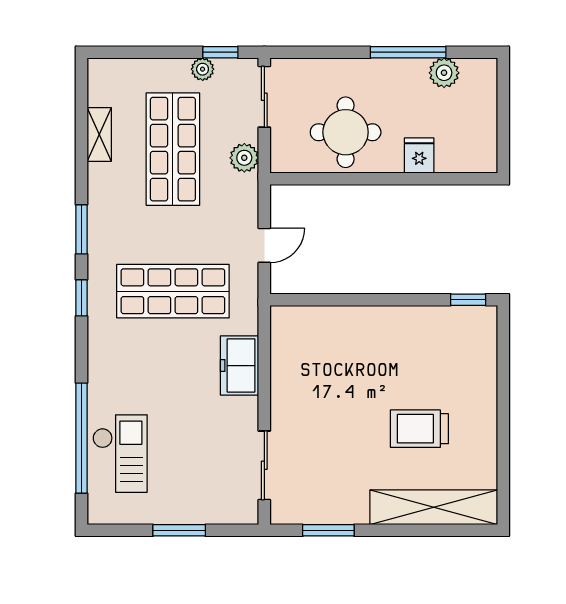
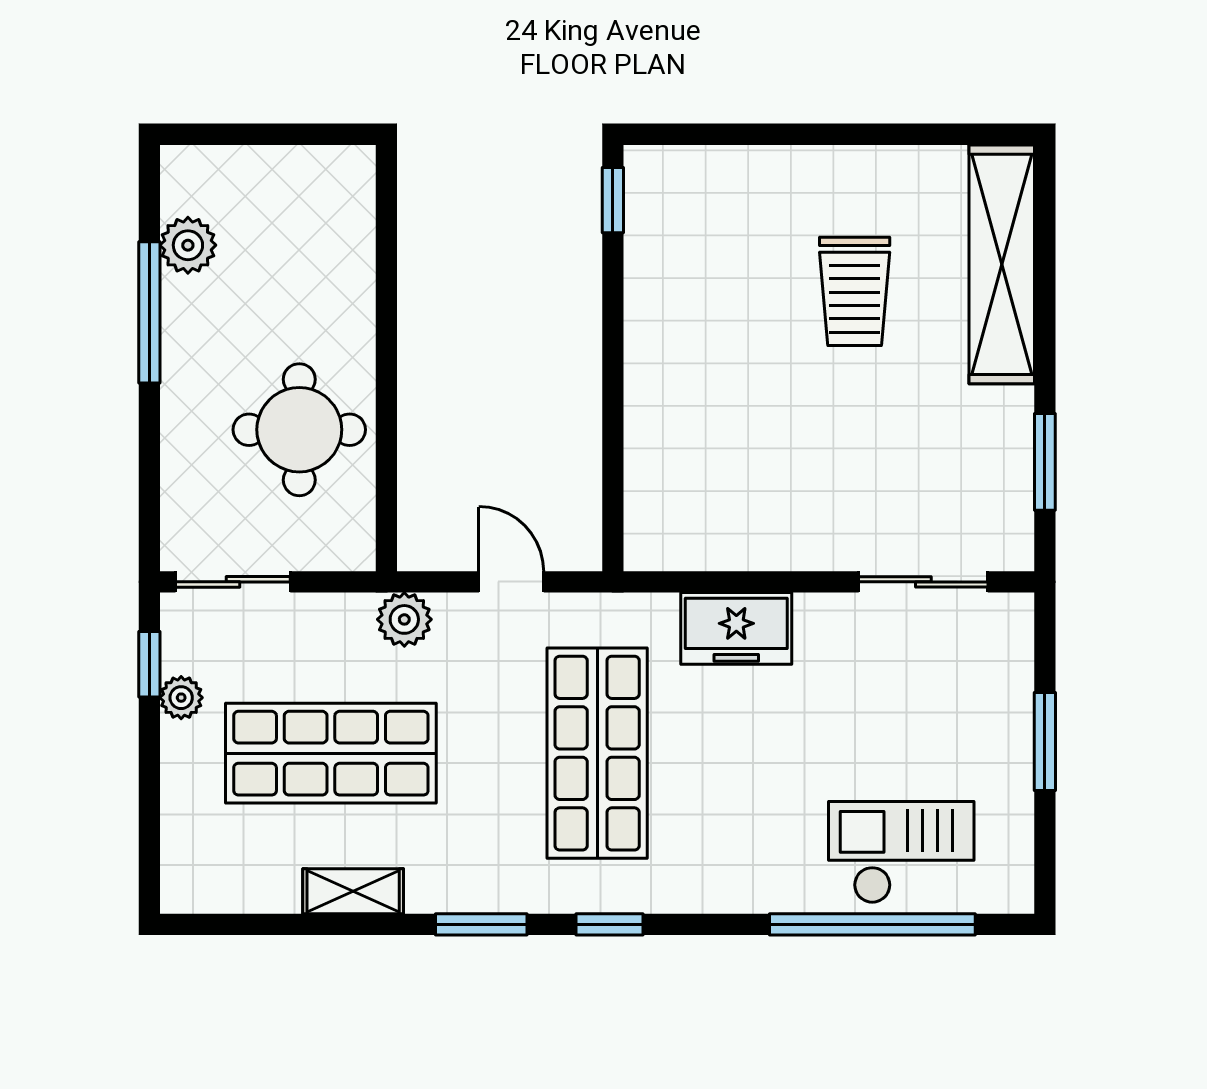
shelving: (99, 134) -> (353, 891), moved
fridge: (419, 156) -> (343, 292), removed
plant: (244, 158) -> (404, 619), moved

